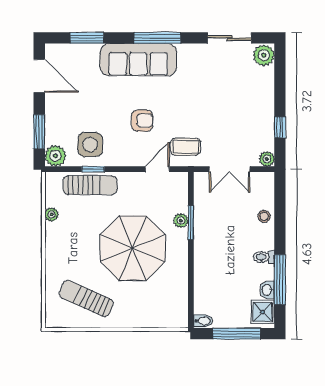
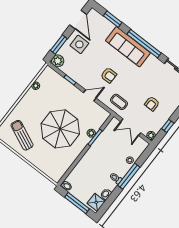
window: (157, 38) -> (144, 44), width x1.46
armchair: (234, 113) -> (152, 104), added
side table: (90, 145) -> (79, 44), moved
door: (157, 169) -> (90, 95), moved
sun lounger: (90, 185) -> (63, 86), removed
window: (280, 280) -> (129, 176), moved

